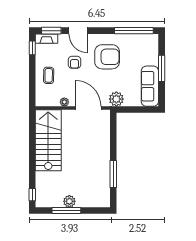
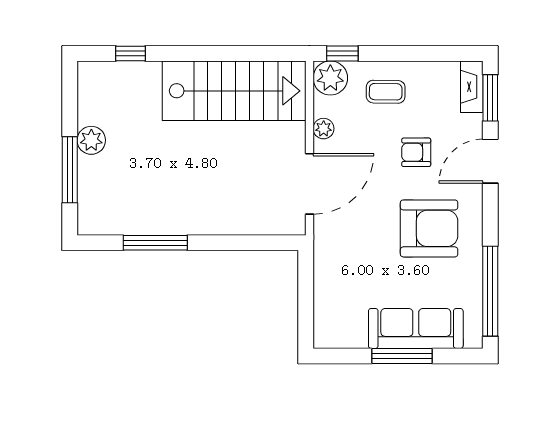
window: (32, 48) -> (342, 53), moved
armchair: (107, 57) -> (429, 228), turned -90
sofa: (150, 86) -> (416, 328), moved
plant: (116, 99) -> (330, 78), moved
window: (32, 195) -> (131, 53), moved
window: (66, 211) -> (70, 170), moved

